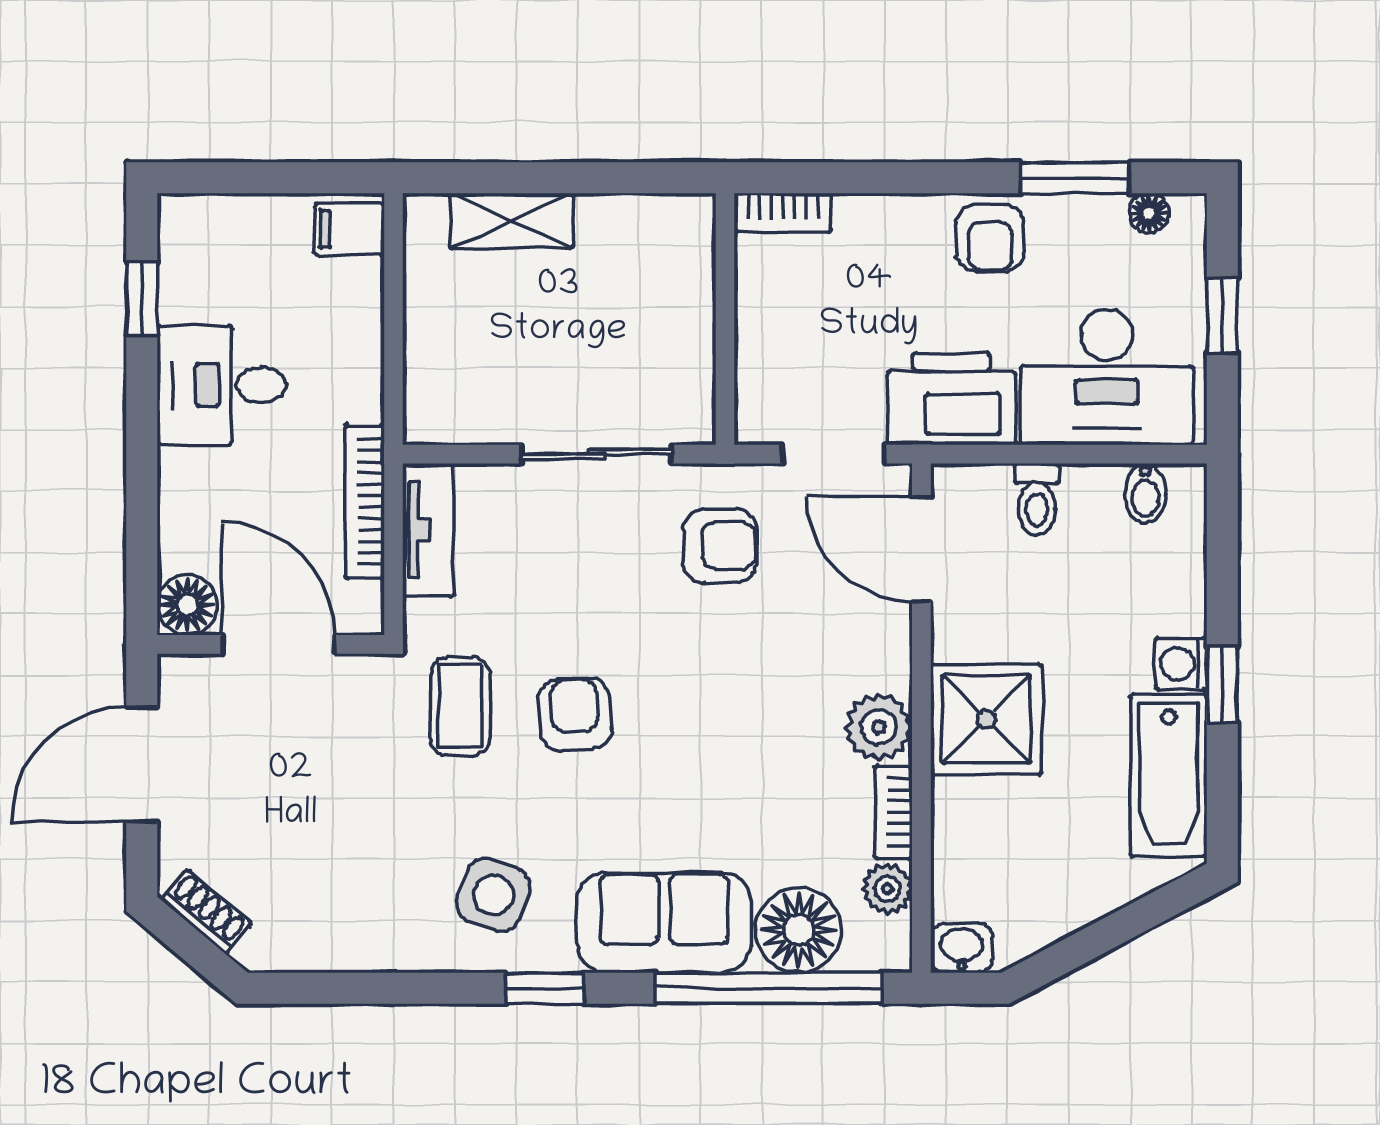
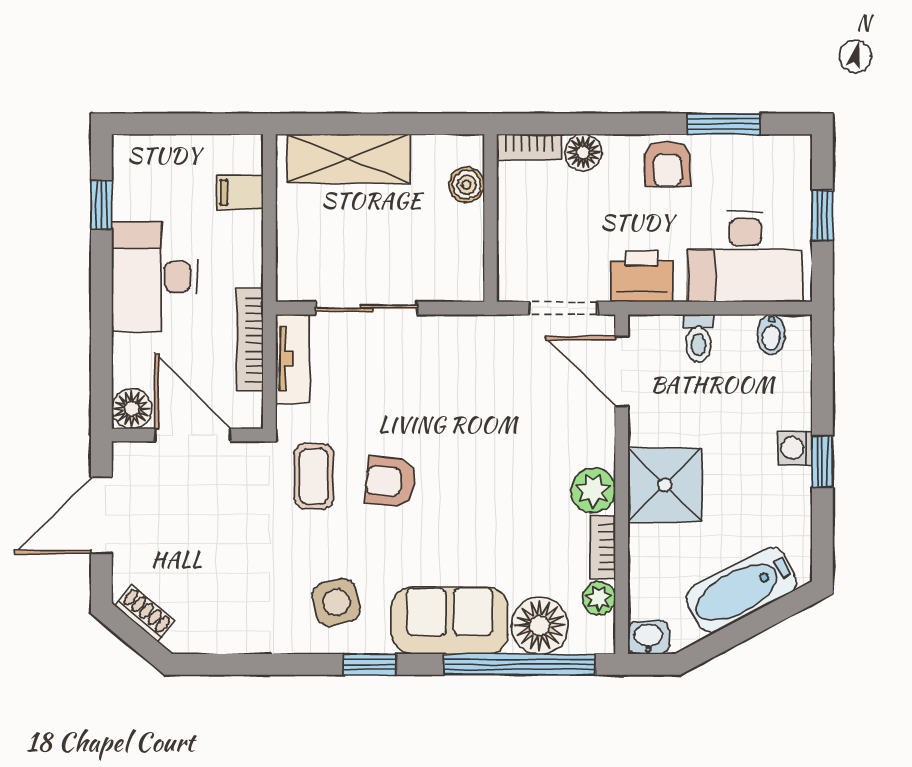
floor lamp: (1149, 213) -> (583, 152), moved, width x1.37, depth x1.37
shelving: (512, 221) -> (348, 159), width x1.50, depth x1.33
filing cabinet: (350, 229) -> (240, 192), moved
boiler: (689, 269) -> (467, 185), added
desk: (221, 385) -> (155, 277), width x1.37
printer: (951, 399) -> (642, 276), width x0.73, depth x0.84
sliding door: (597, 454) -> (367, 308), moved
armchair: (720, 546) -> (487, 369), removed
armchair: (575, 714) -> (390, 482), turned -80
bathtub: (1169, 776) -> (741, 590), moved, turned 62
side table: (493, 895) -> (336, 602), turned -36

